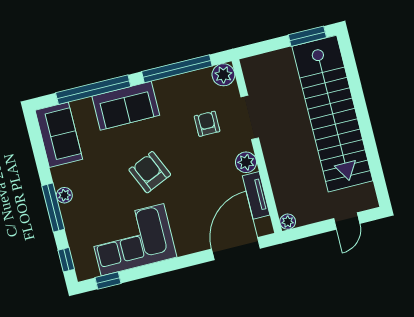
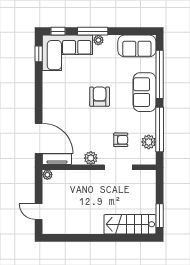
plant: (223, 75) -> (149, 142), moved
stairs: (332, 114) -> (130, 224), width x0.54, depth x0.66
armchair: (150, 172) -> (100, 97), turned -66
tv unit: (256, 195) -> (57, 159), moved
corner sofa: (132, 240) -> (67, 53), moved, turned 90

